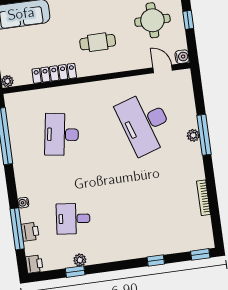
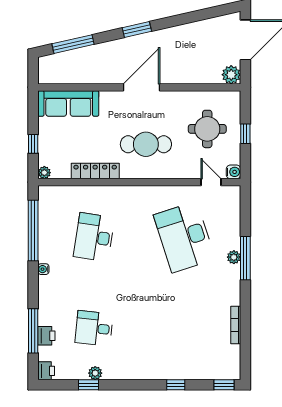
cafe table: (98, 42) -> (146, 144), width x1.37, depth x1.35
water cooler: (23, 203) -> (43, 269), moved

